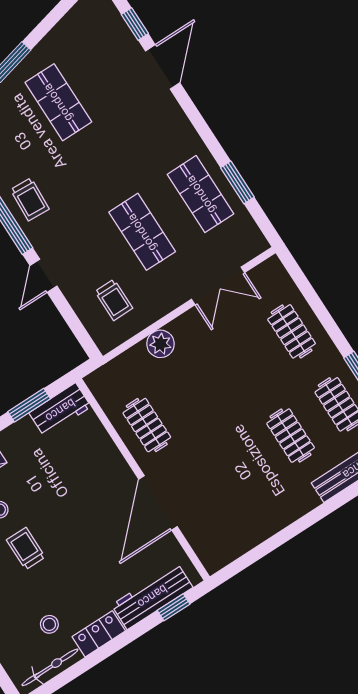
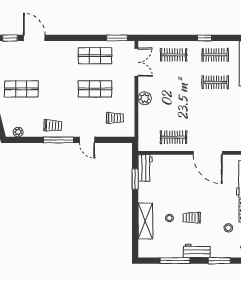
window: (237, 182) -> (117, 38), moved
double door: (218, 286) -> (136, 62), moved
plant: (160, 344) -> (145, 98), moved

